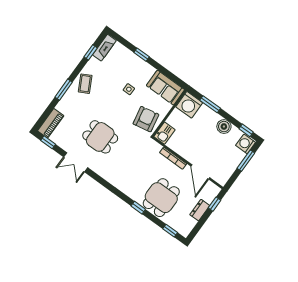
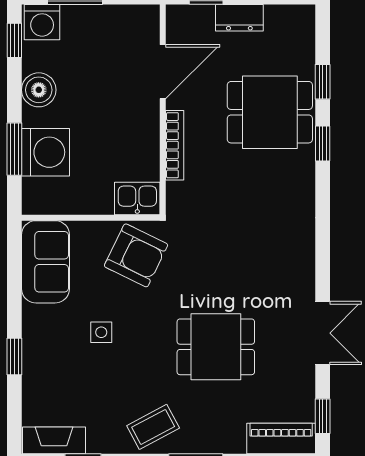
washing machine: (189, 105) -> (45, 152), moved
armchair: (146, 119) -> (136, 255), turned -143
dining table: (100, 137) -> (216, 347), moved, turned 90
window: (170, 231) -> (323, 82), moved

